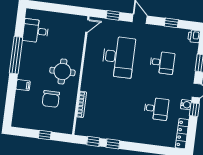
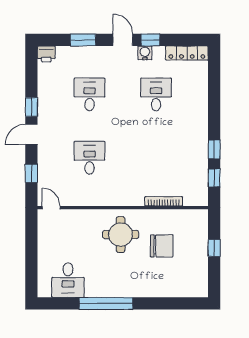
window: (171, 23) -> (31, 107), moved
desk: (118, 57) -> (90, 158), width x0.53, depth x0.77
filing cabinet: (23, 85) -> (147, 288), removed

